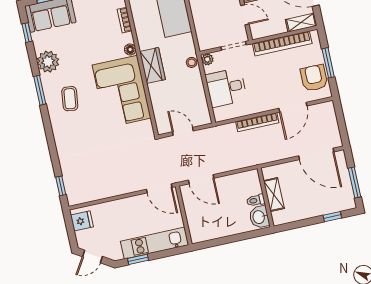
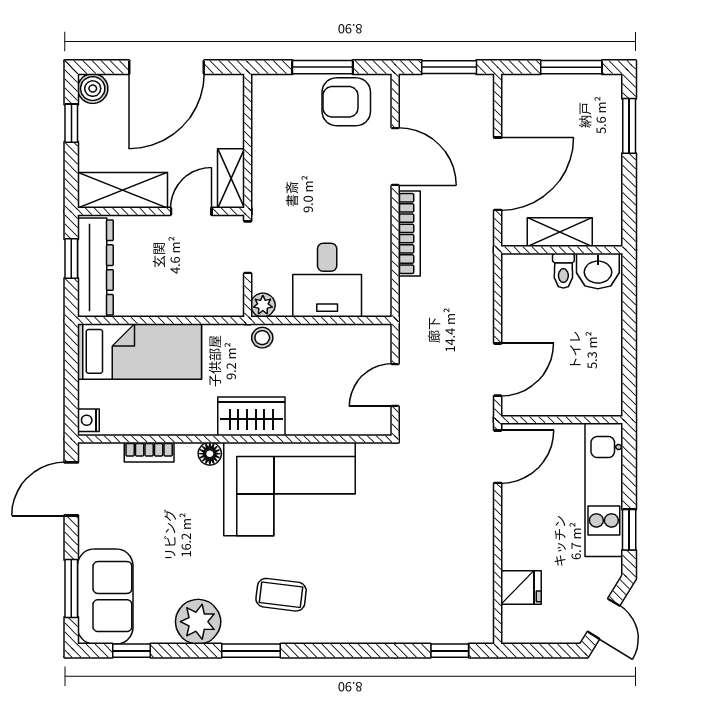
shelving: (301, 23) -> (231, 178), moved
bookcase: (282, 44) -> (264, 150), removed
window: (342, 124) -> (449, 67), added
door: (316, 154) -> (498, 174), moved
window: (332, 217) -> (629, 126), width x1.50
fridge: (82, 221) -> (521, 588), moved, turned 90

